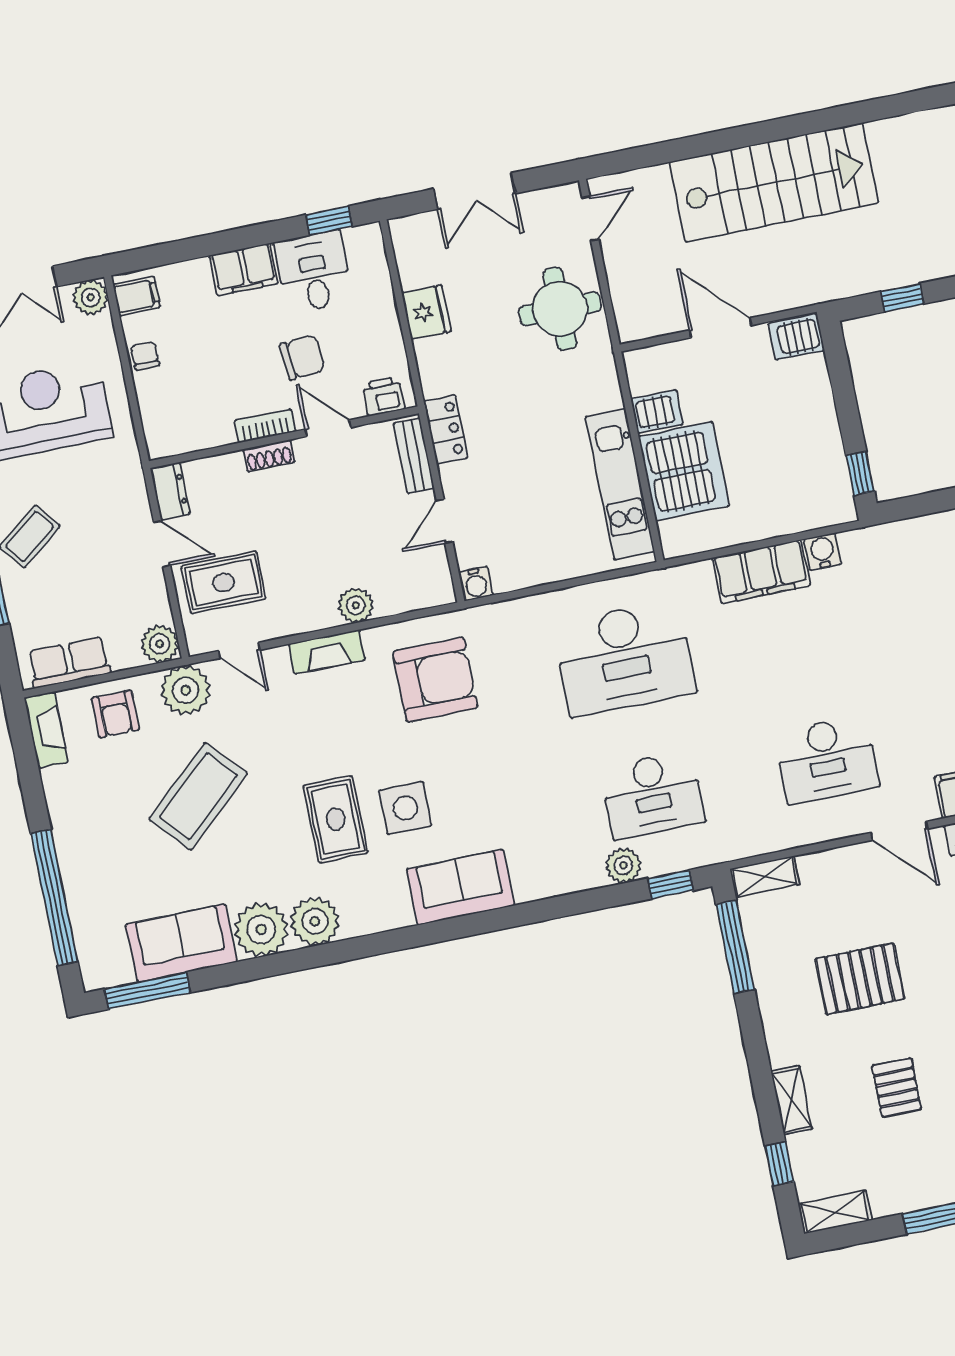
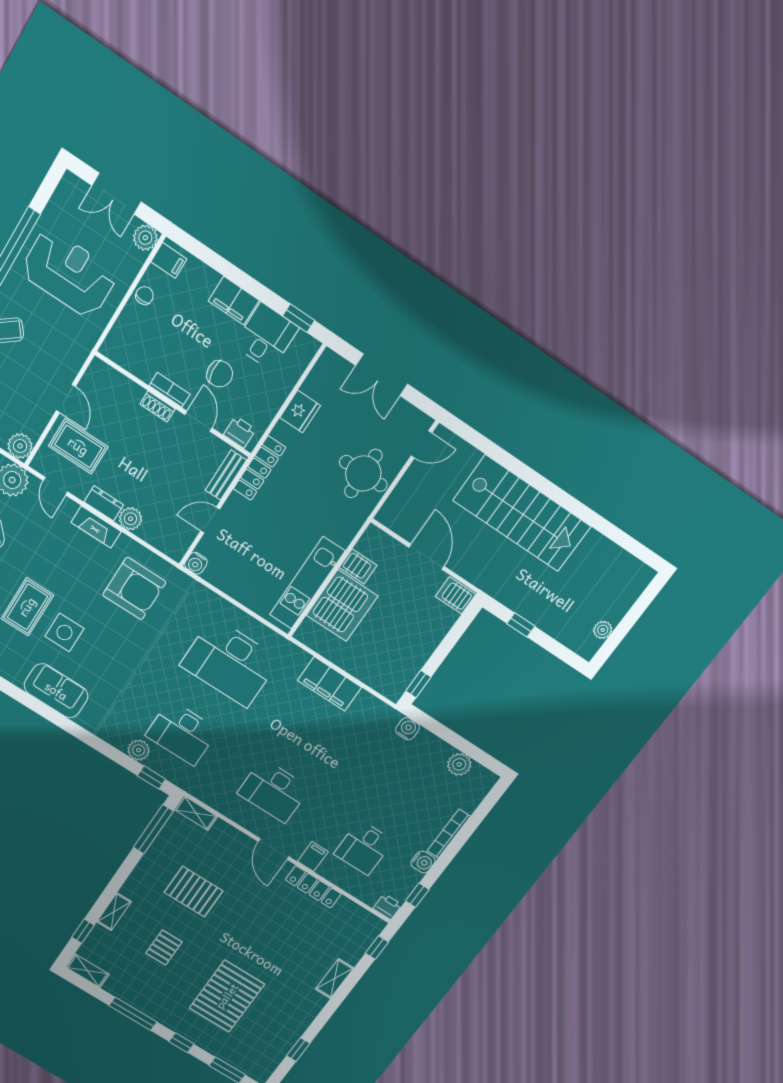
locker: (446, 429) -> (259, 468), width x1.53
dresser: (170, 491) -> (104, 503), moved, turned -90
water cooler: (823, 552) -> (407, 729), moved

